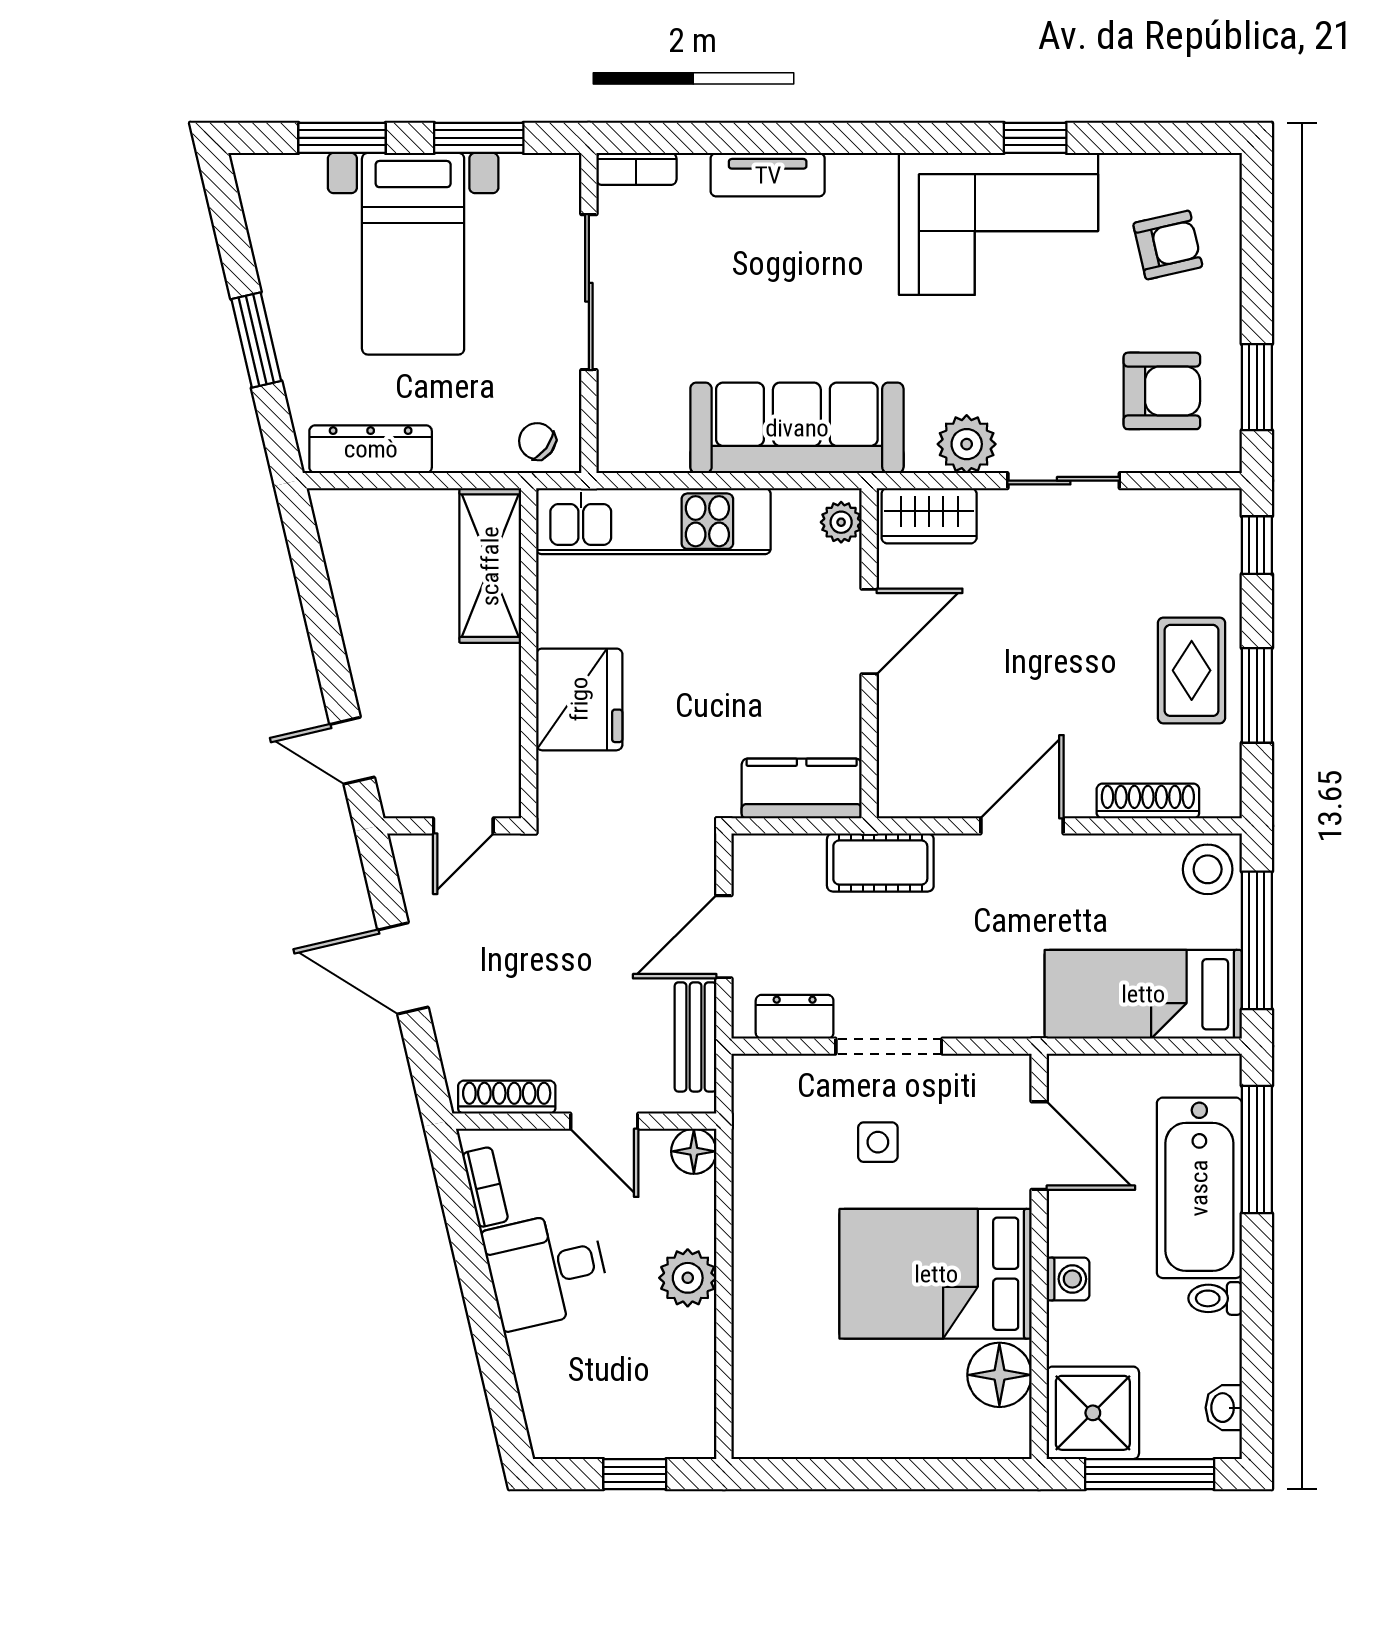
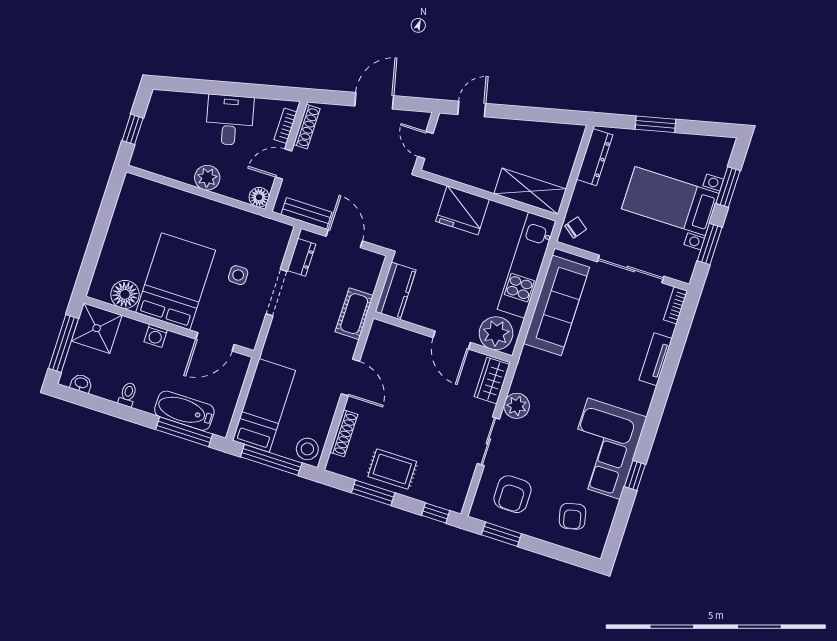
sofa: (797, 428) -> (557, 305), moved
plant: (841, 522) -> (496, 333), width x1.88, depth x1.88
bookcase: (485, 1187) -> (285, 126), moved, turned 103
bathtub: (1199, 1188) -> (184, 411), width x0.73, depth x0.73

